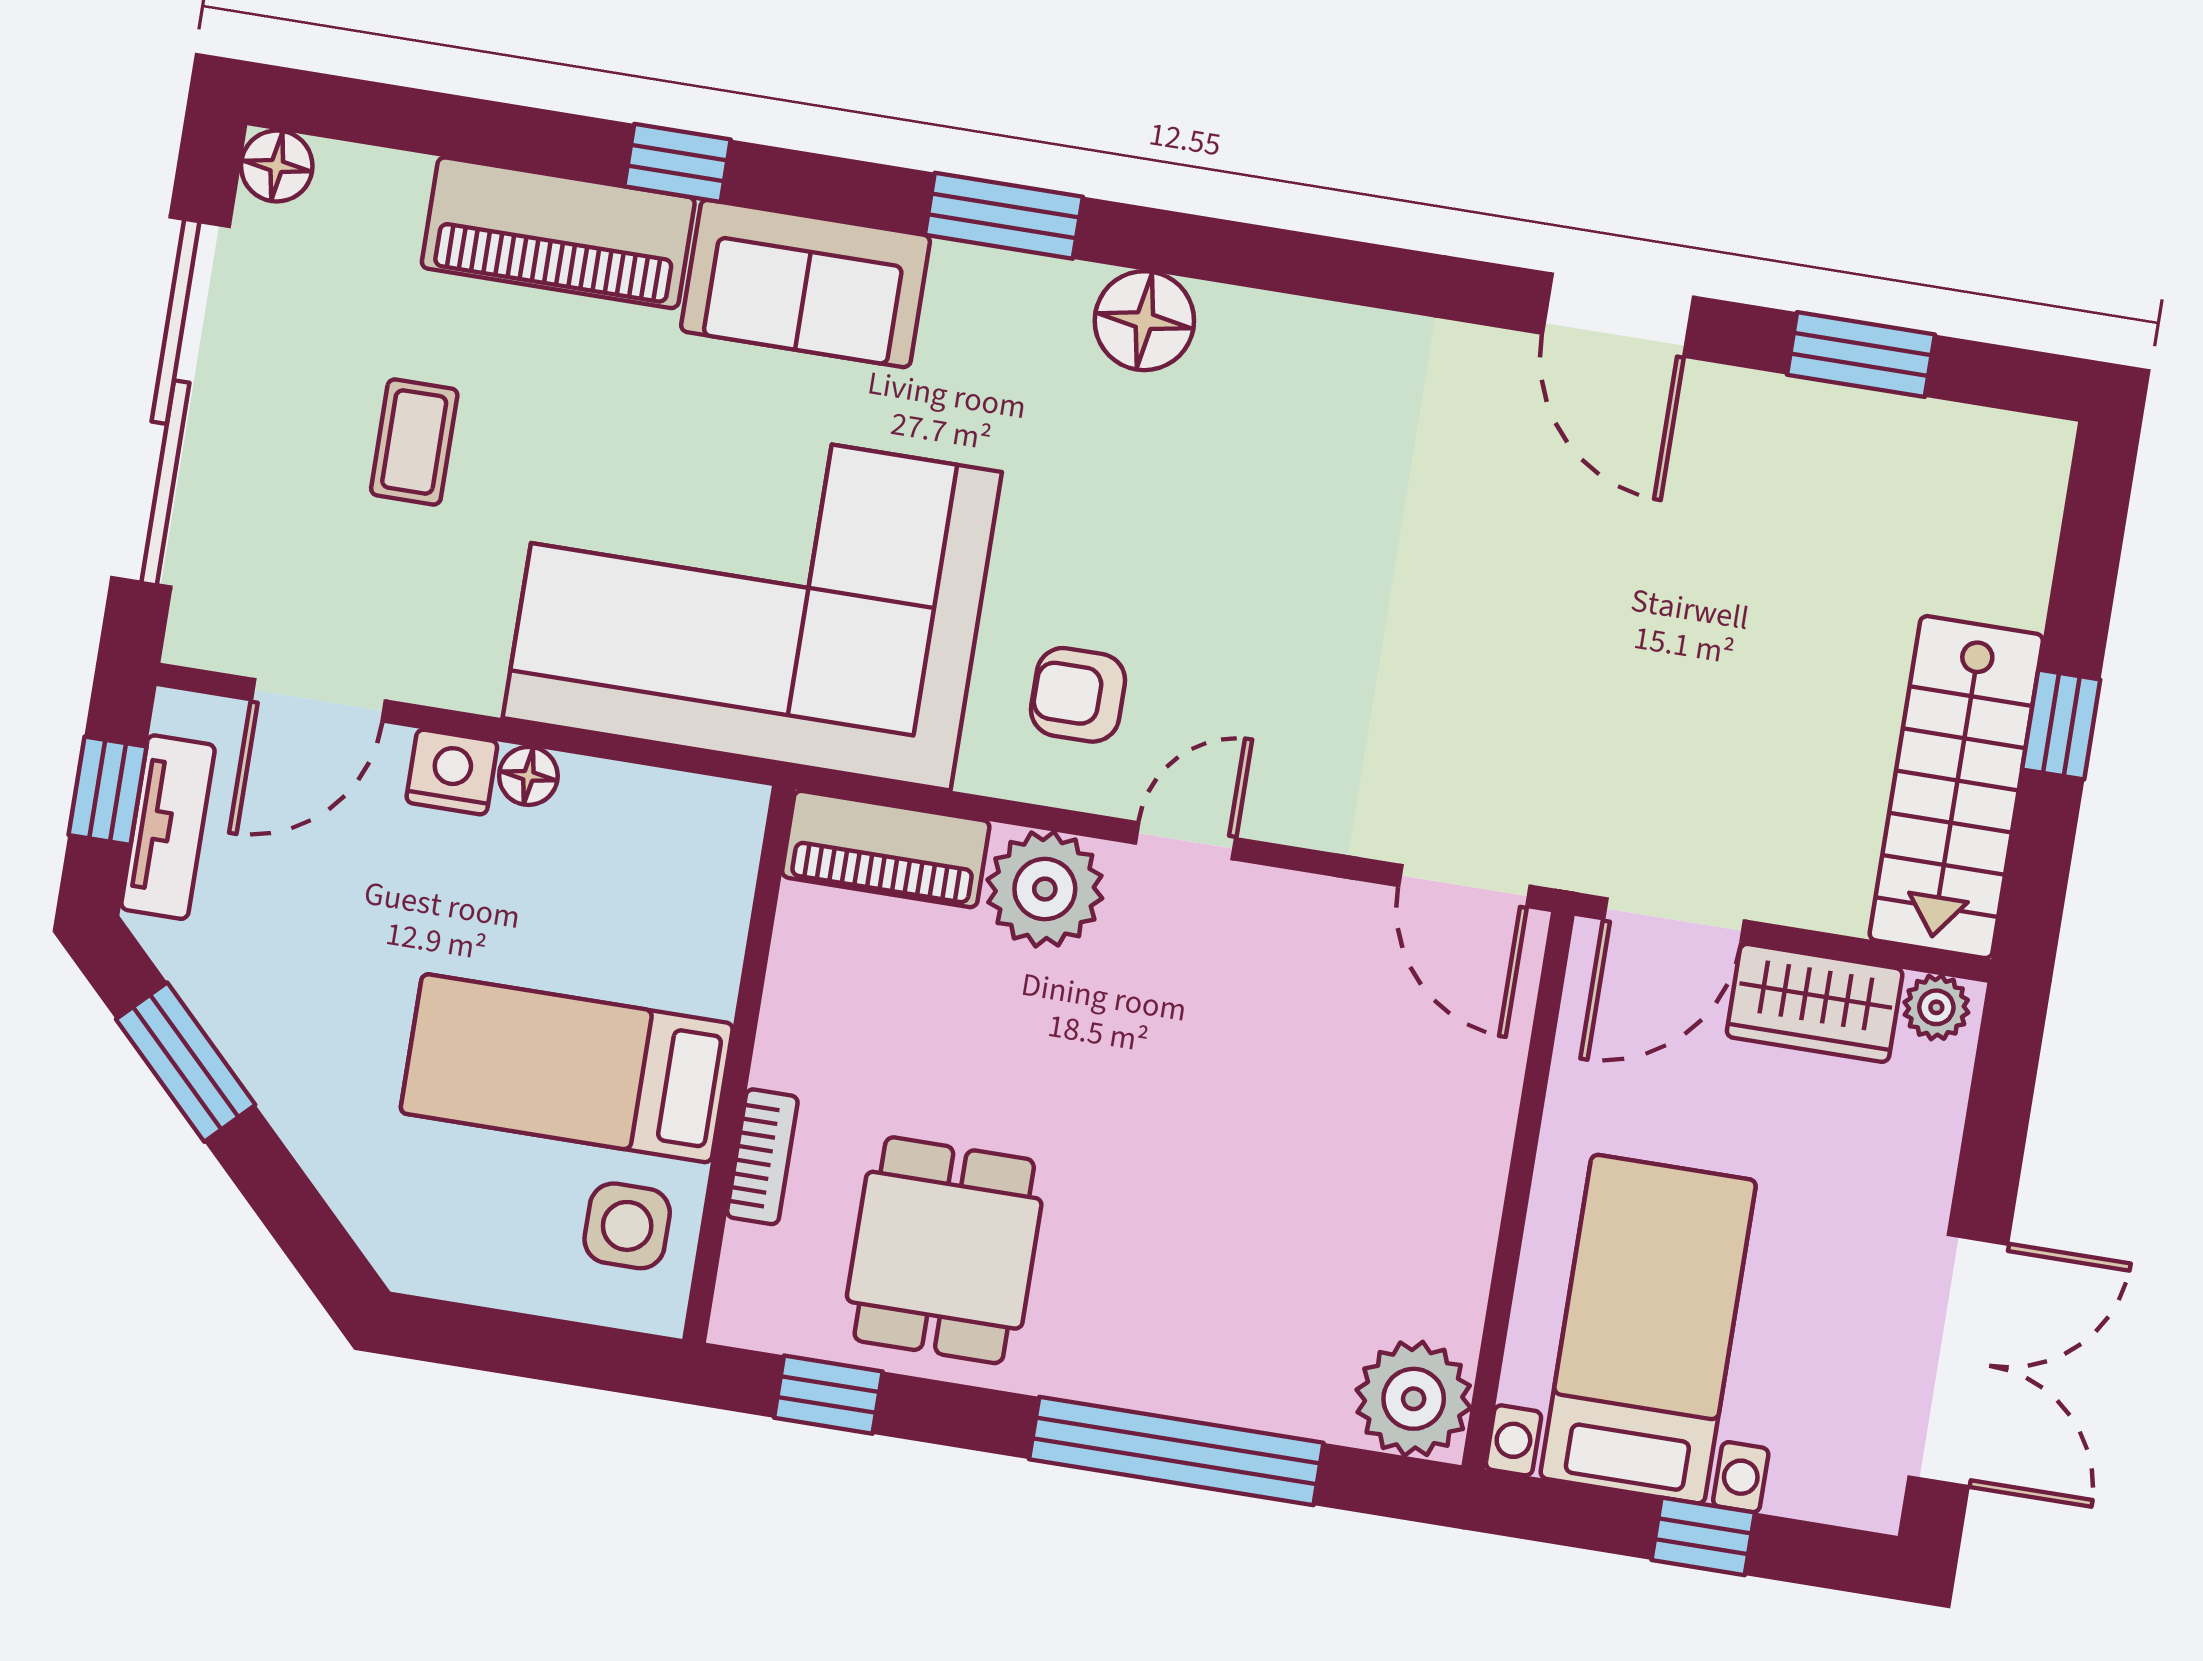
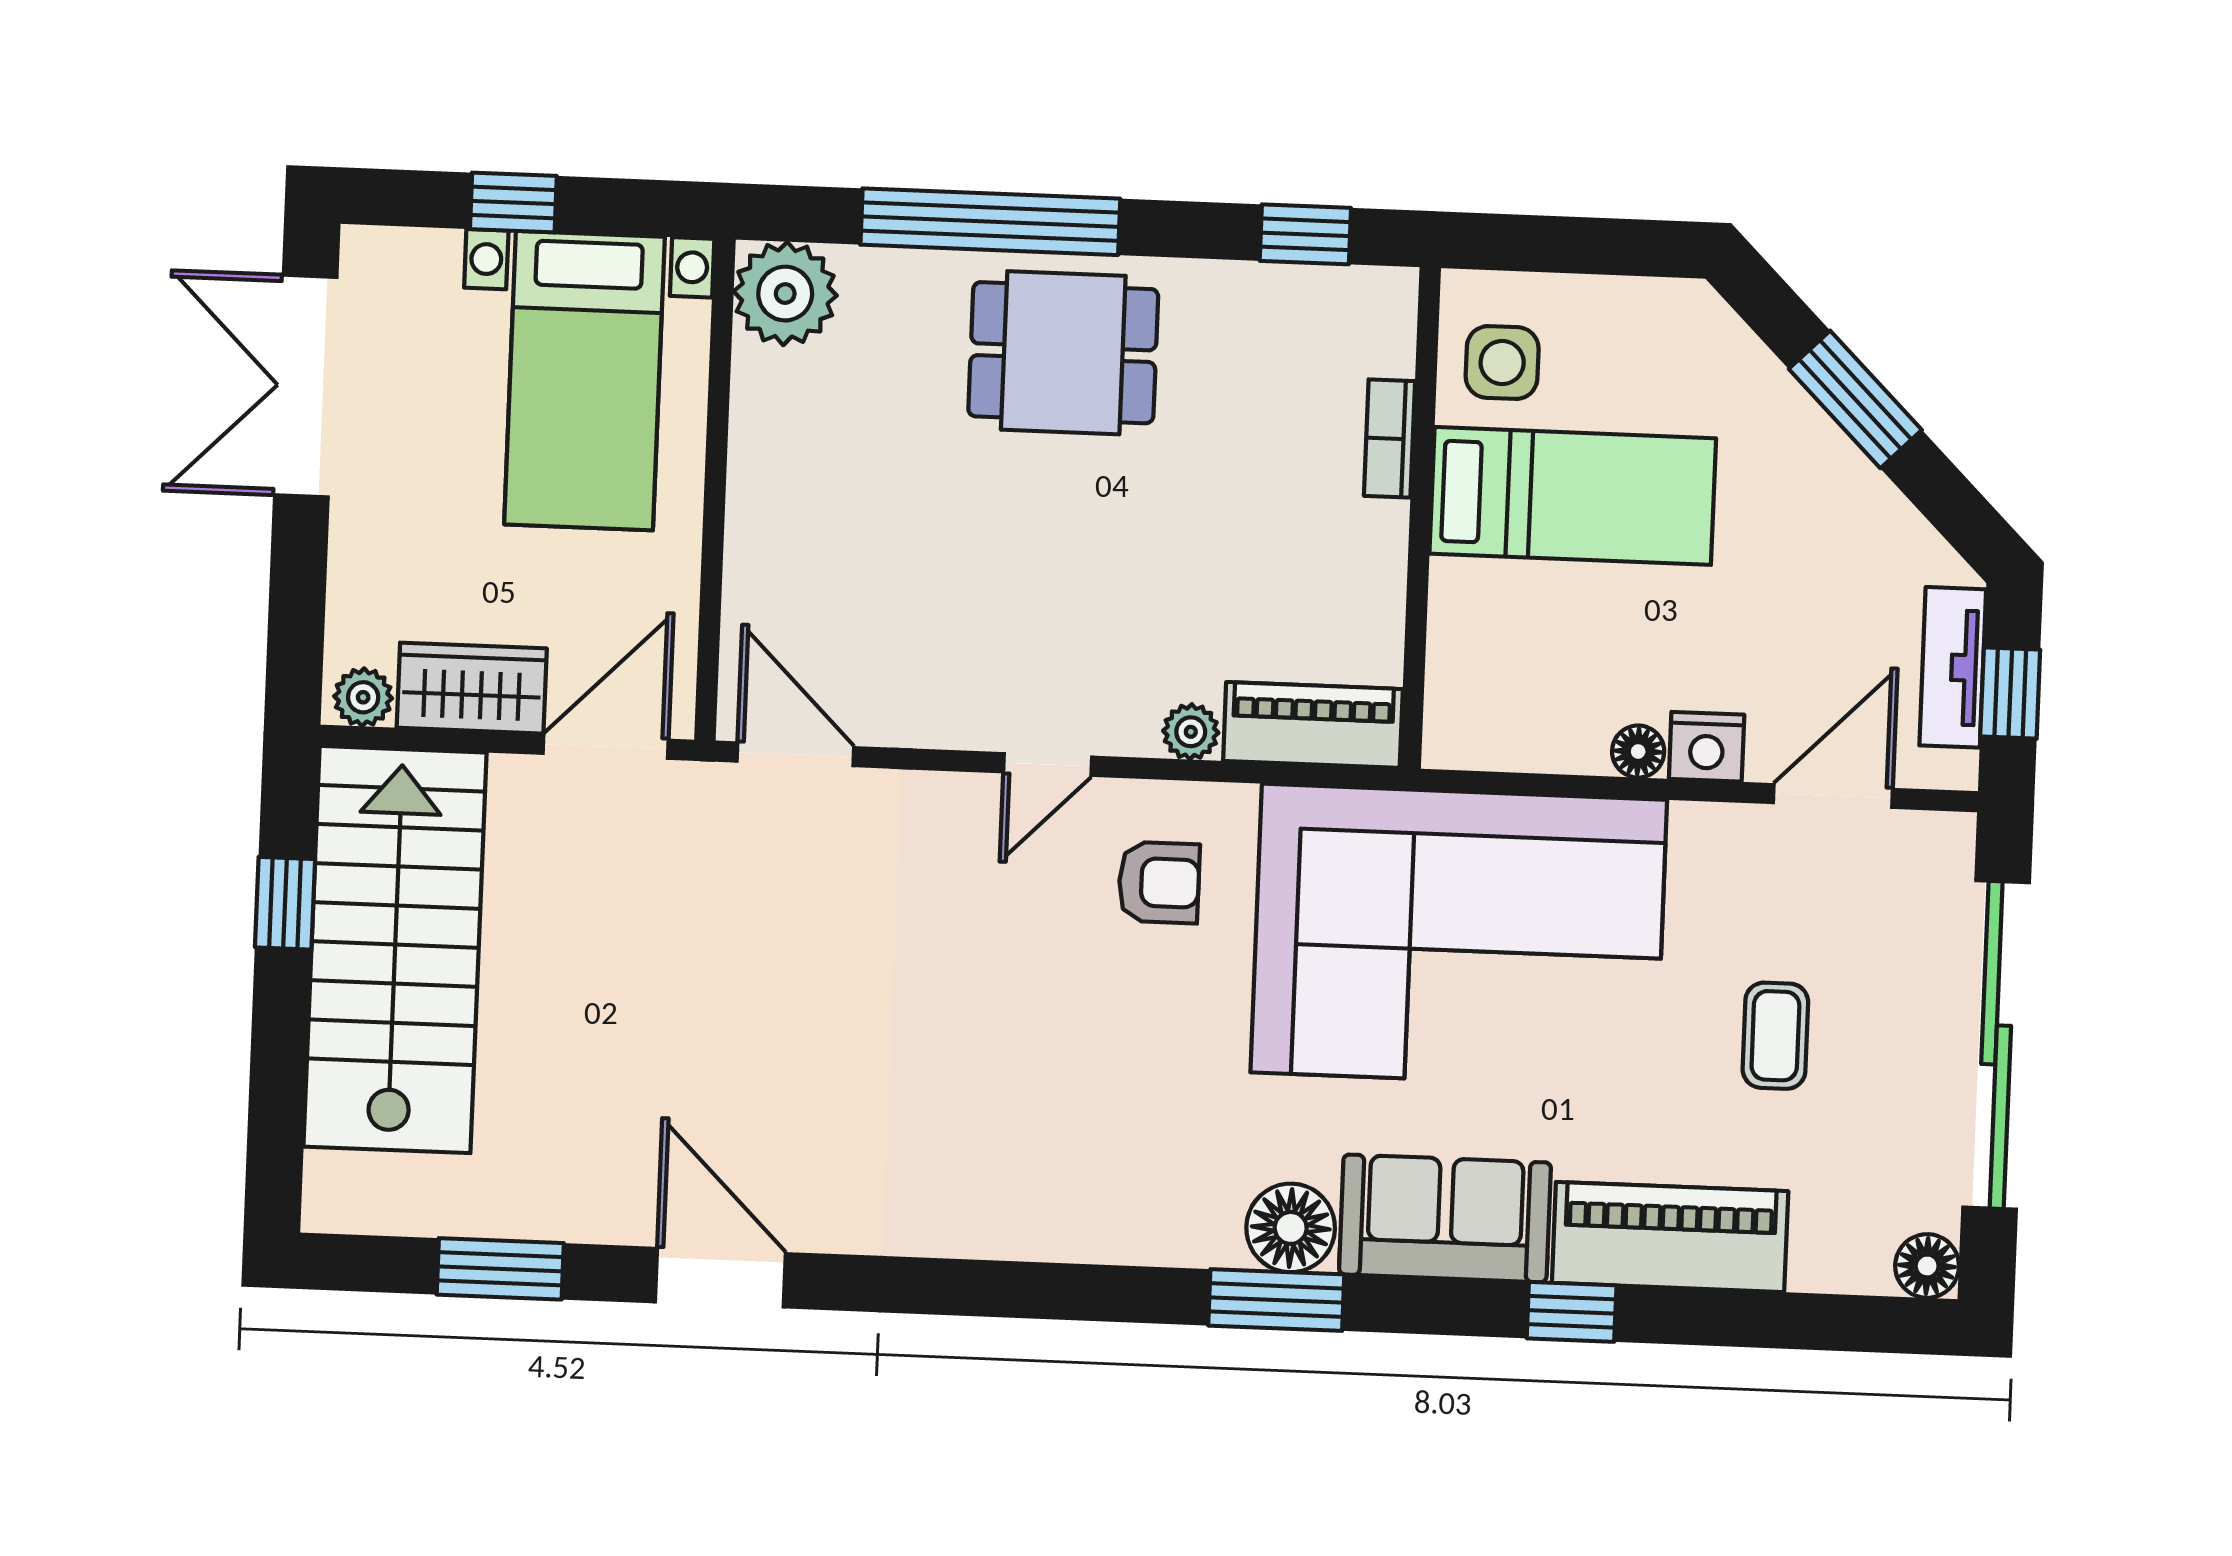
floor lamp: (1144, 321) -> (1291, 1228), moved
window: (2061, 724) -> (285, 903), moved
stairs: (1956, 787) -> (395, 950), width x1.36, depth x1.51
plant: (1045, 889) -> (1191, 732), width x0.53, depth x0.53
window: (186, 1062) -> (1855, 399), moved
dining table: (944, 1250) -> (1063, 353), moved, turned 90

